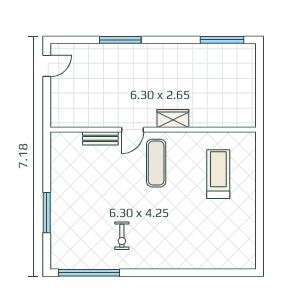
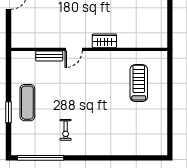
exercise mat: (156, 163) -> (27, 103), moved
window: (47, 213) -> (9, 112), width x0.69

